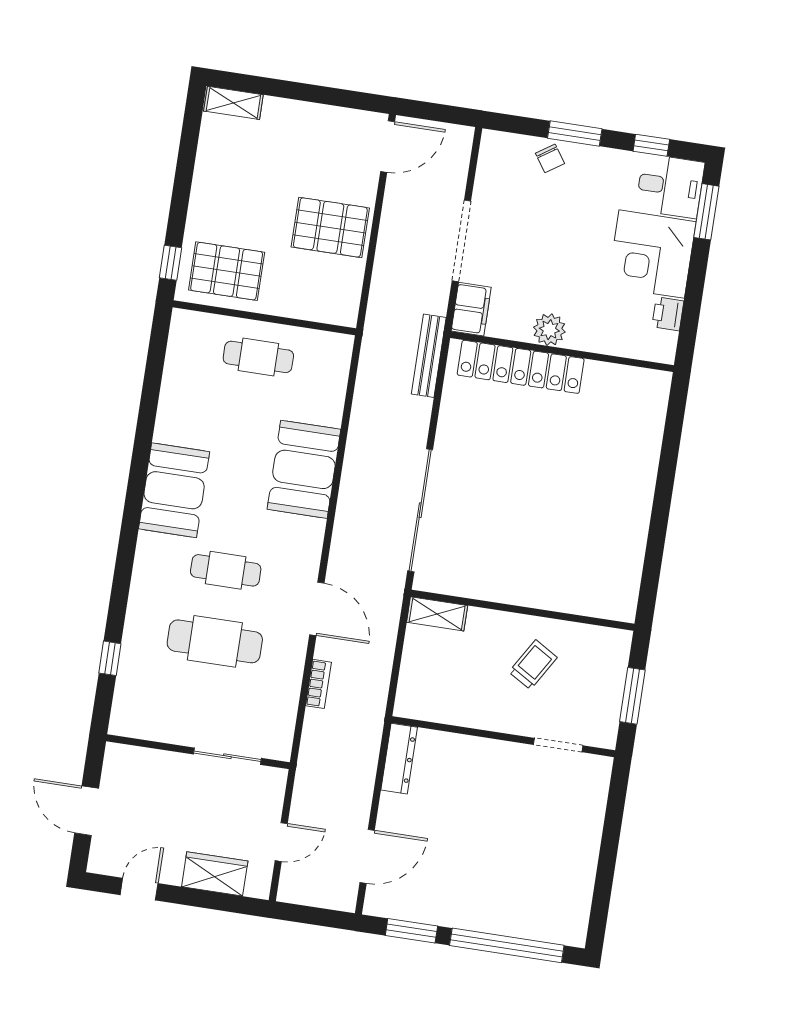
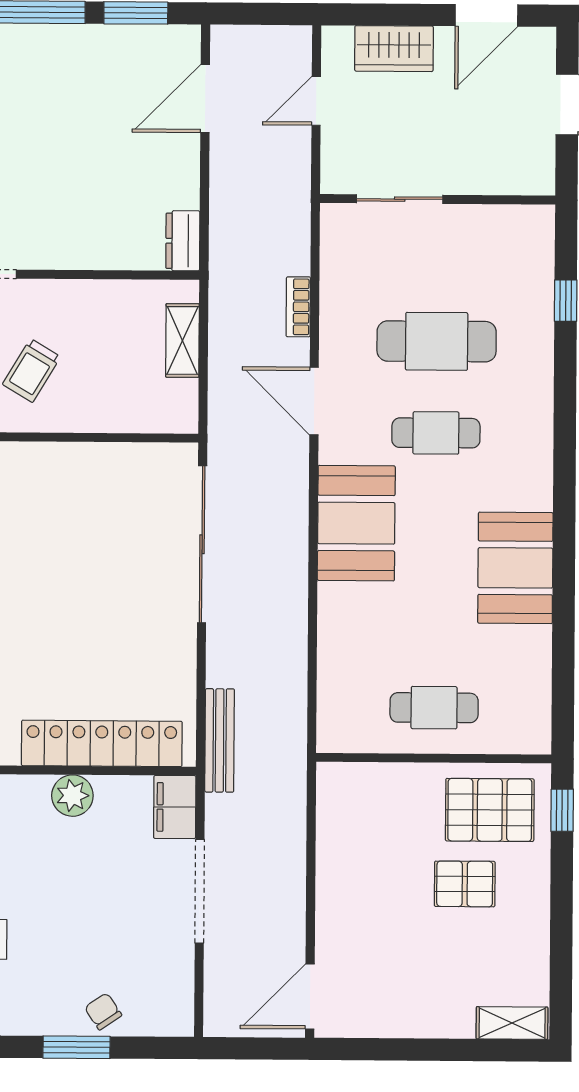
pallet: (330, 227) -> (465, 884), moved, width x0.67, depth x0.71
booth: (304, 469) -> (356, 523), moved
booth: (174, 490) -> (515, 568), moved
shelving: (437, 614) -> (182, 340), moved, turned 90
dresser: (399, 759) -> (183, 241), width x0.70
door: (139, 889) -> (486, 15), width x1.38

